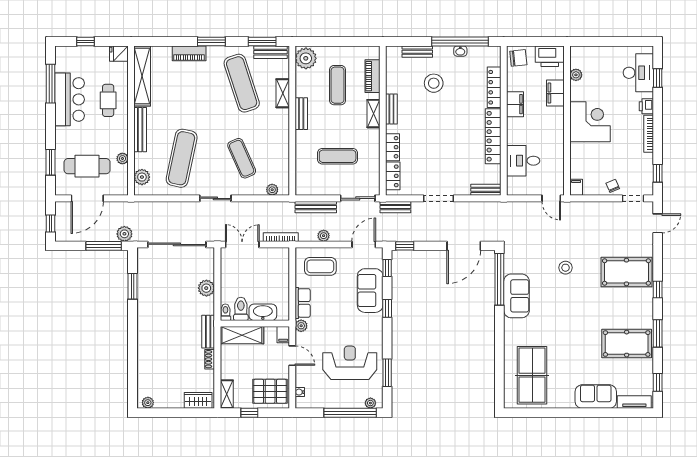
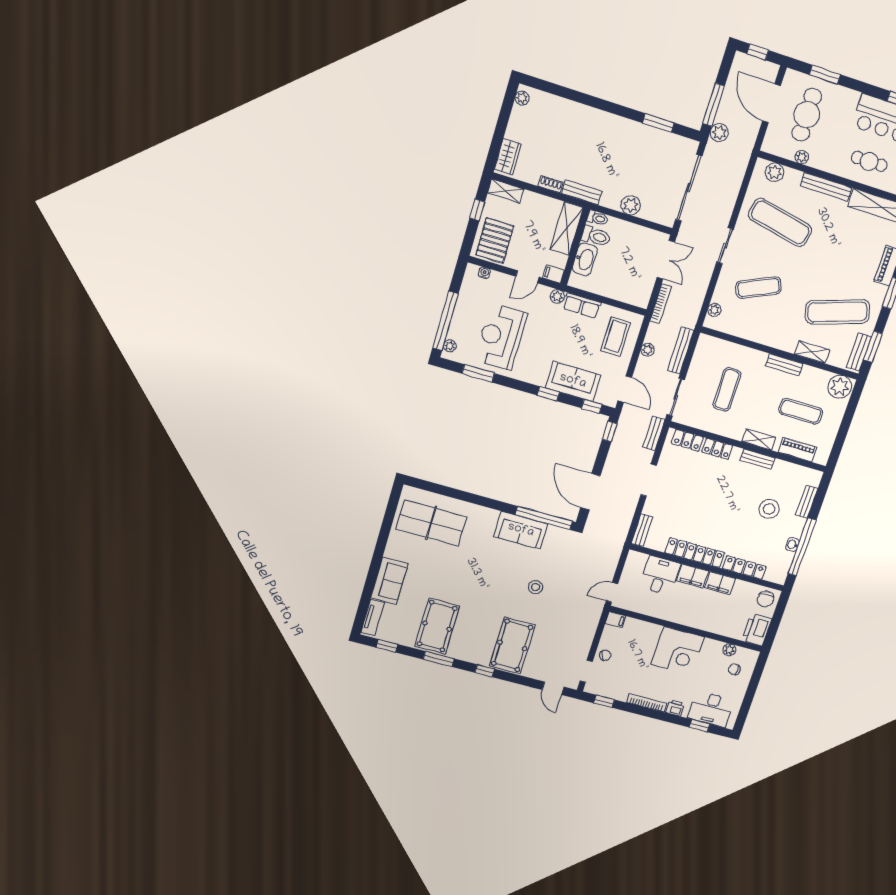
chair: (594, 64) -> (734, 669), added
filing cabinet: (555, 93) -> (693, 576), moved, turned 180
reception desk: (350, 363) -> (501, 337), turned 180

